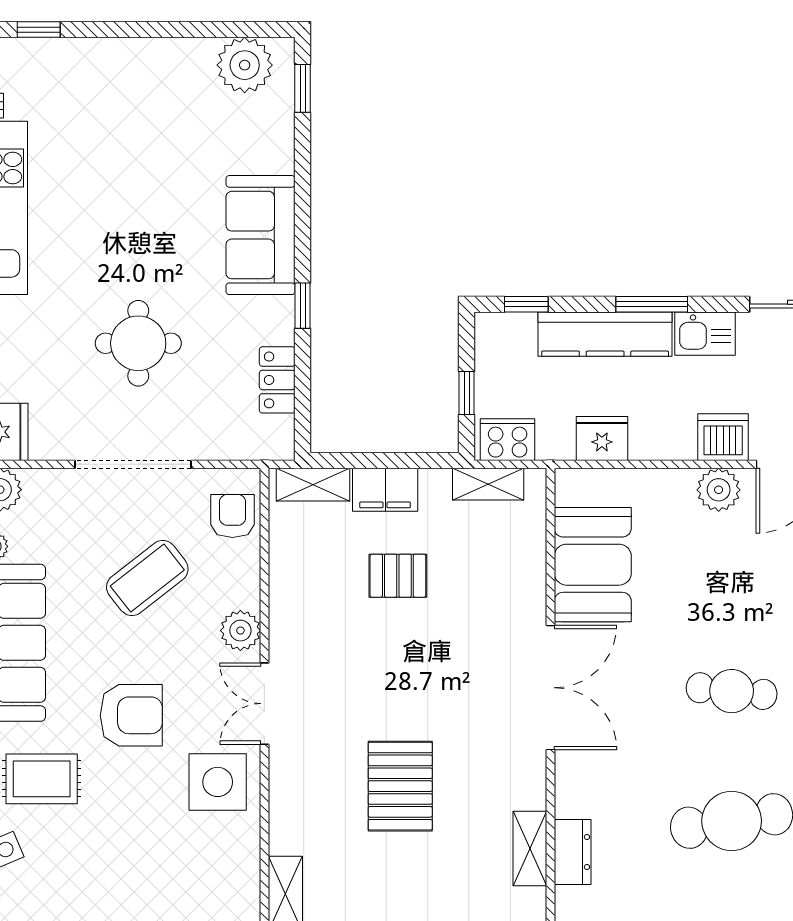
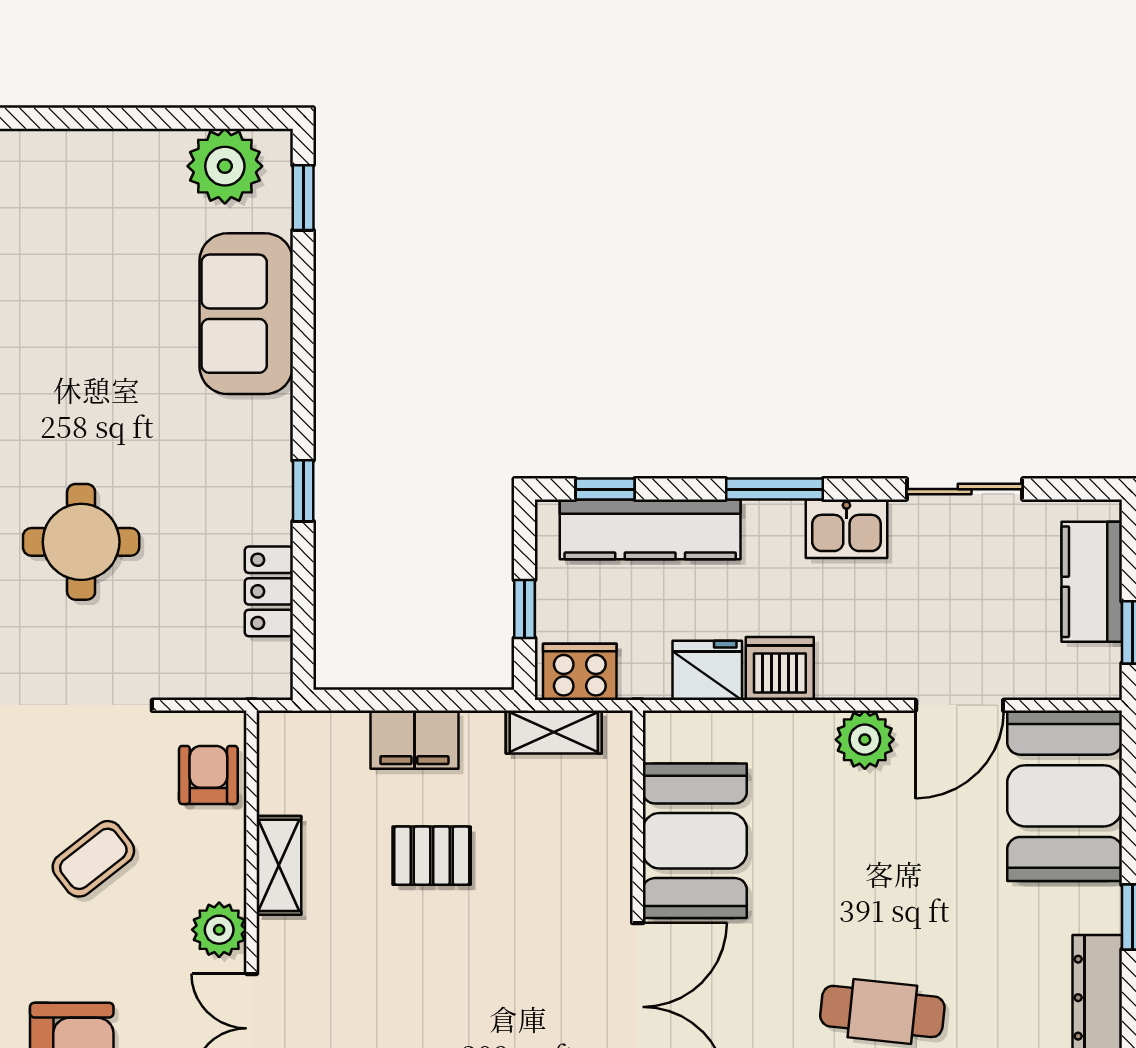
sofa: (260, 235) -> (246, 314), moved
kitchen counter: (605, 334) -> (650, 529), moved
dishwasher: (723, 437) -> (780, 668), moved
shelving: (313, 485) -> (279, 865), moved, turned 90
coffee table: (147, 578) -> (93, 859), width x0.73, depth x0.77

